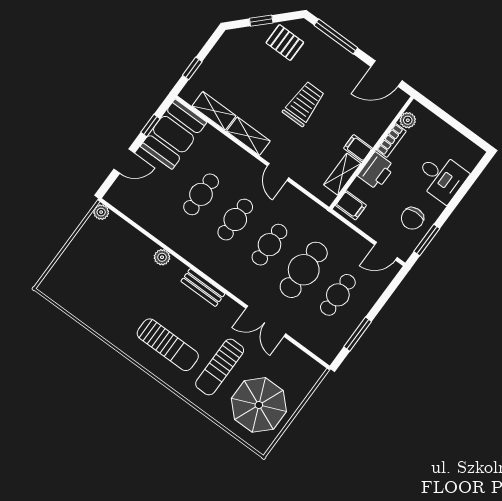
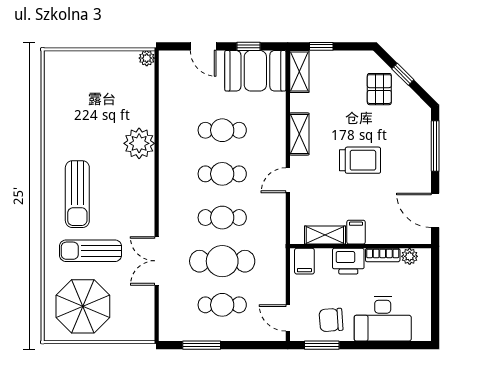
pallet: (285, 43) -> (379, 89), moved
shelving: (214, 111) -> (299, 71), moved
desk: (441, 177) -> (383, 319), width x1.37
plant: (162, 257) -> (139, 143), width x1.88, depth x1.88
bench: (203, 288) -> (146, 188), removed

